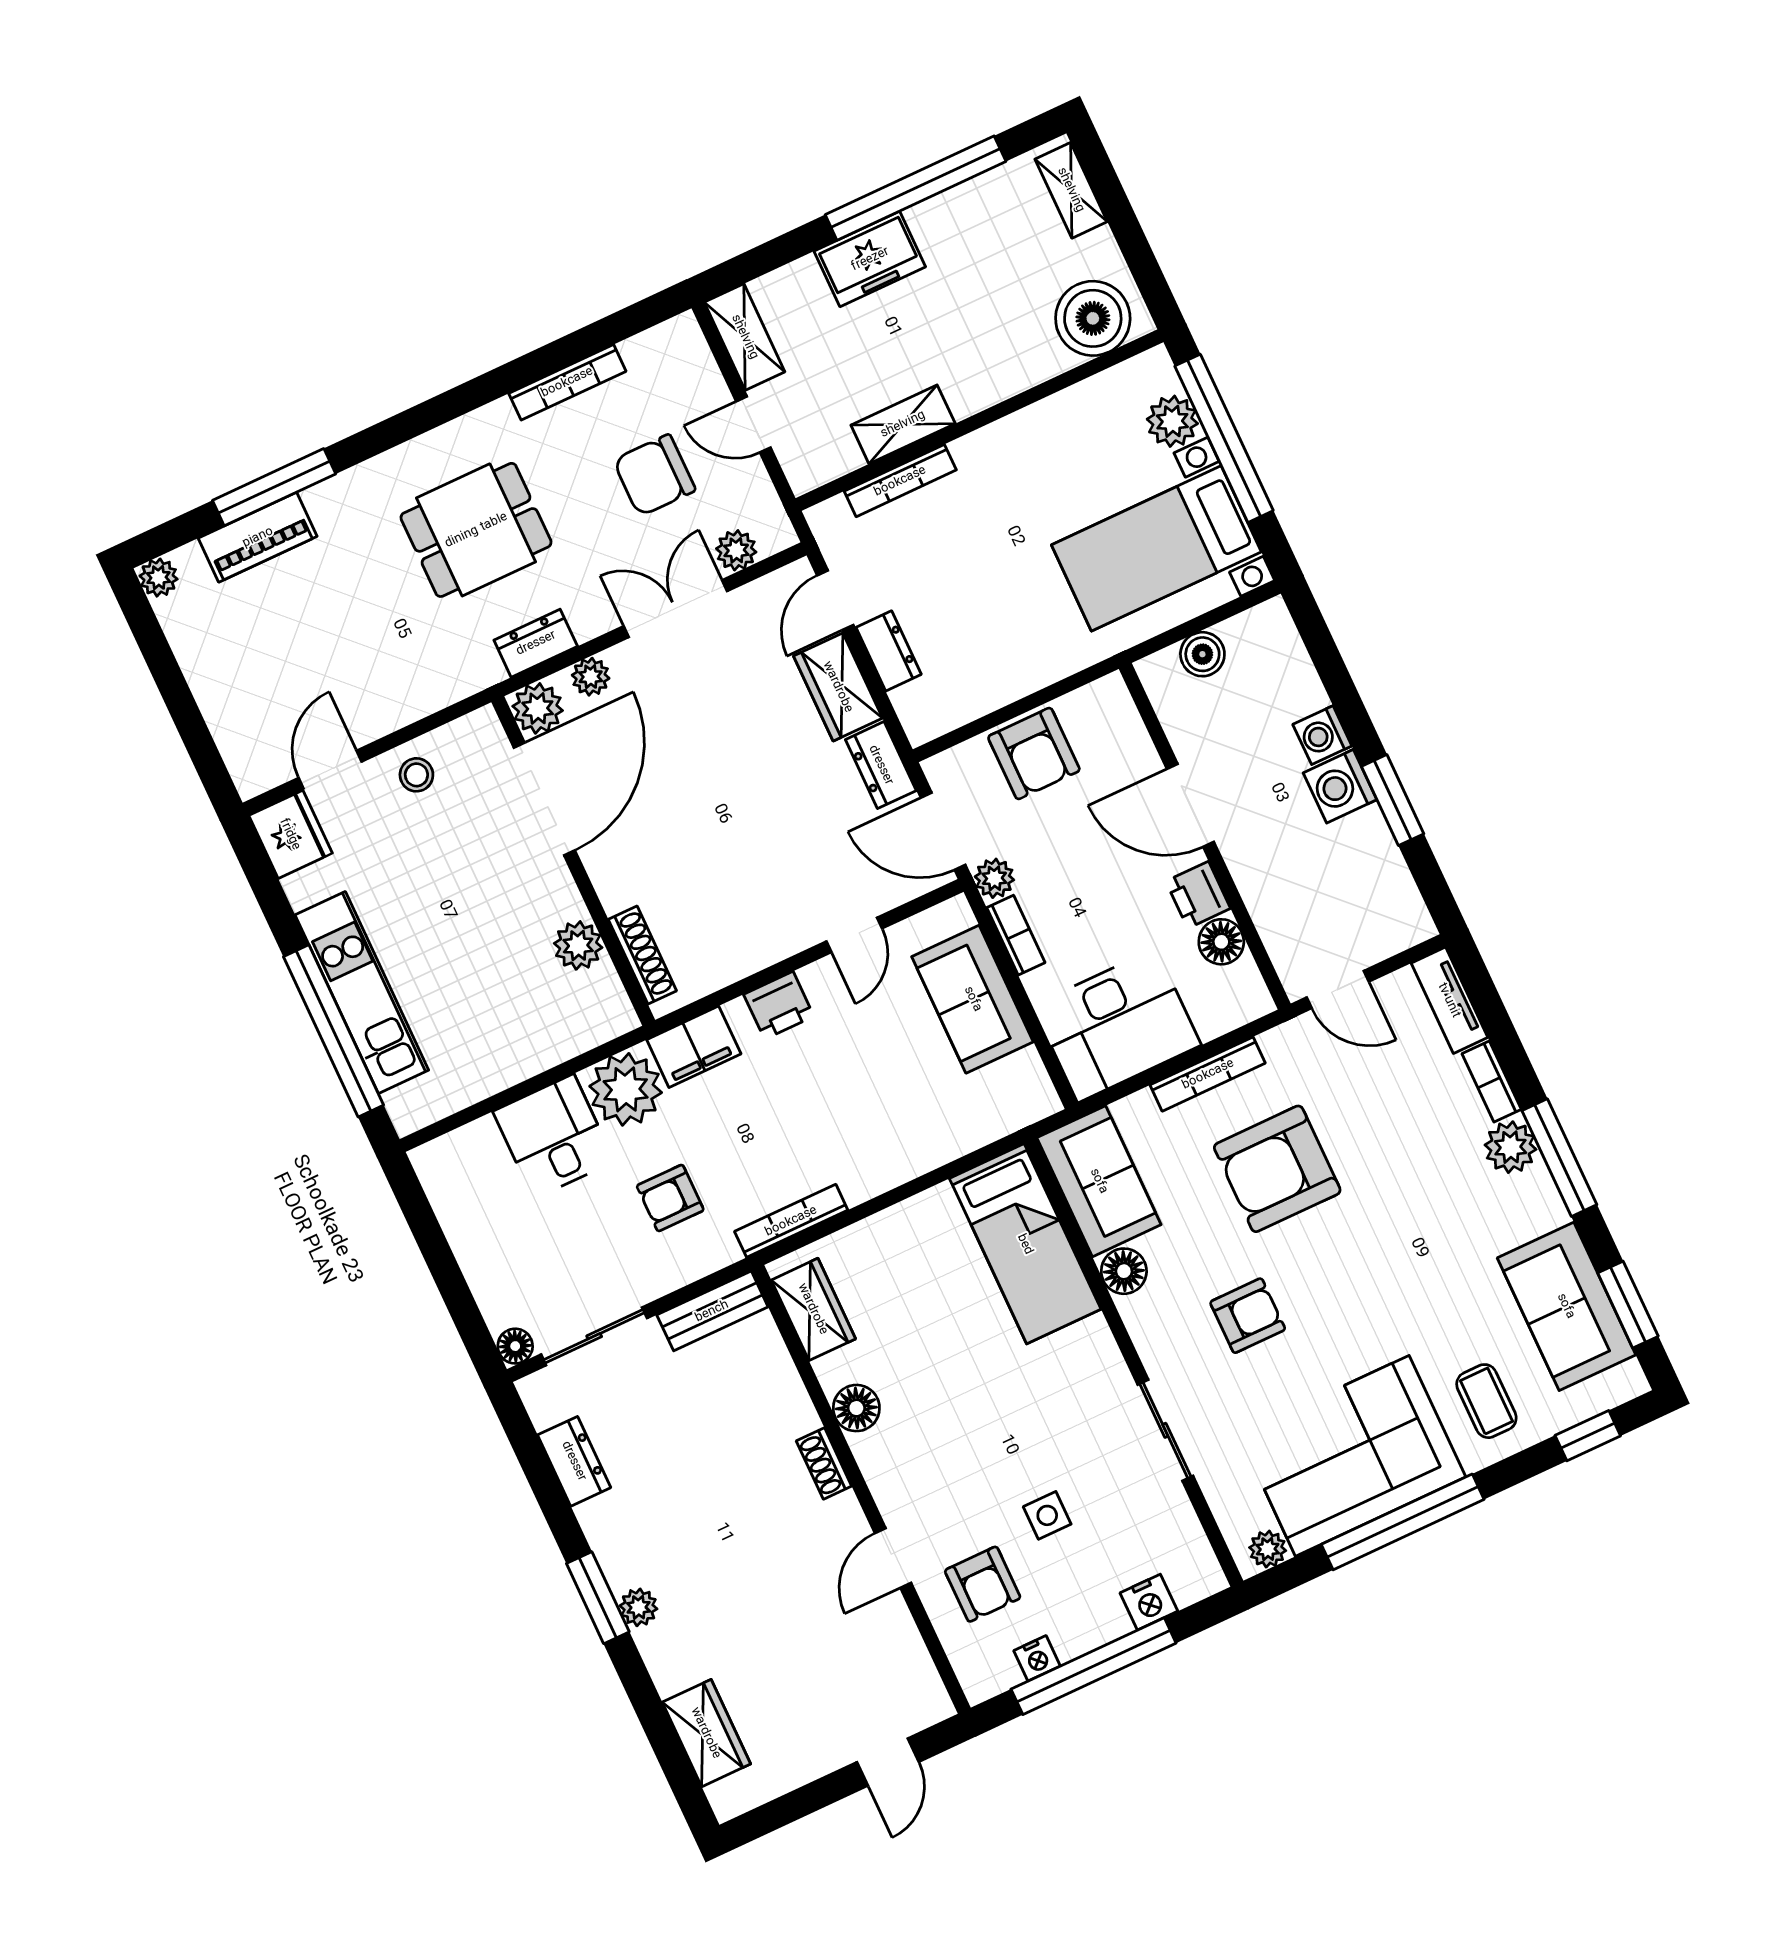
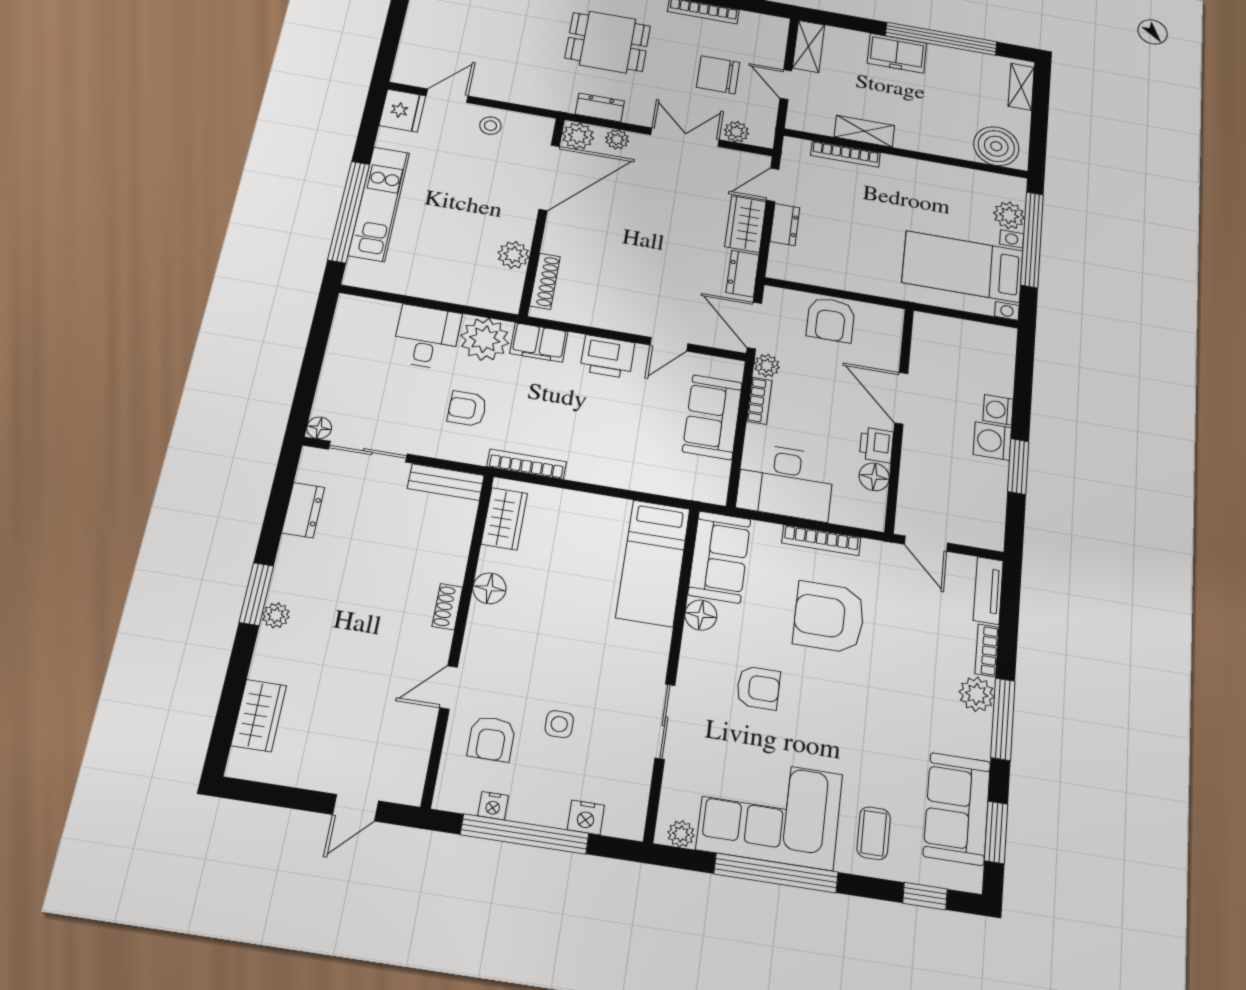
boiler: (1202, 654) -> (956, 330), removed
printer: (779, 1005) -> (607, 357), width x1.36, depth x1.24

